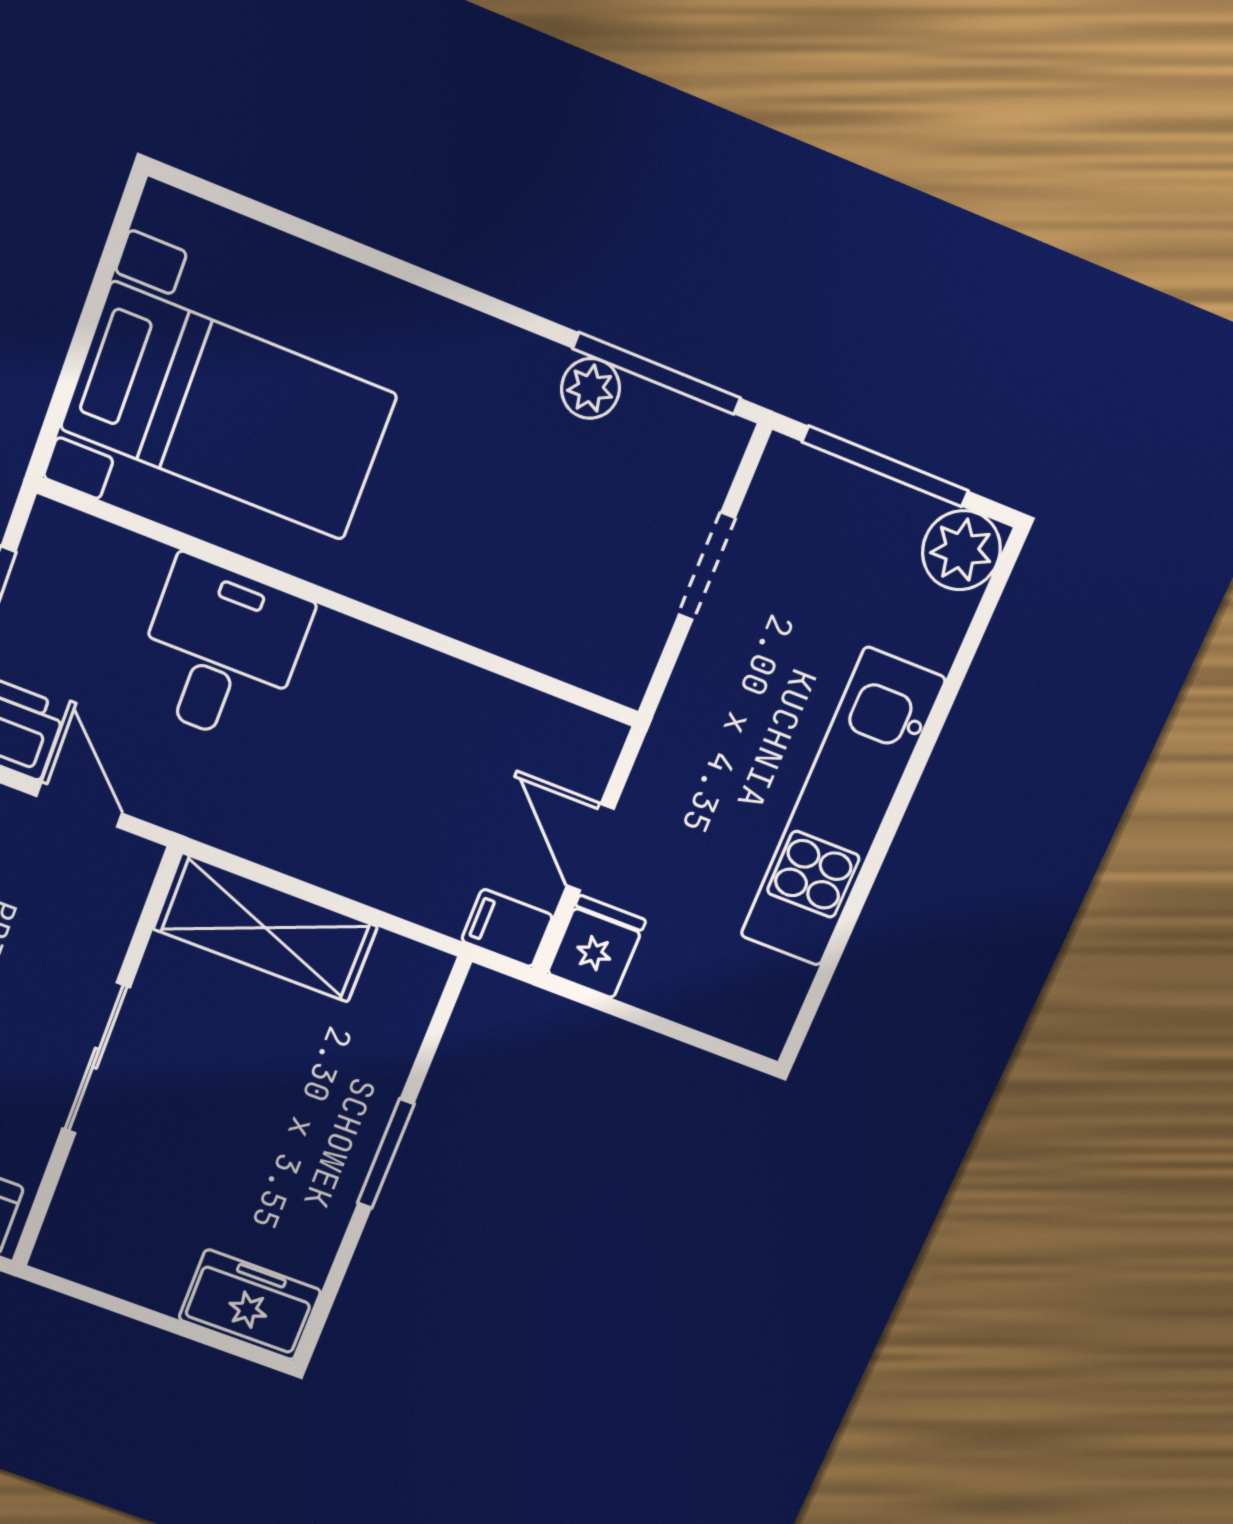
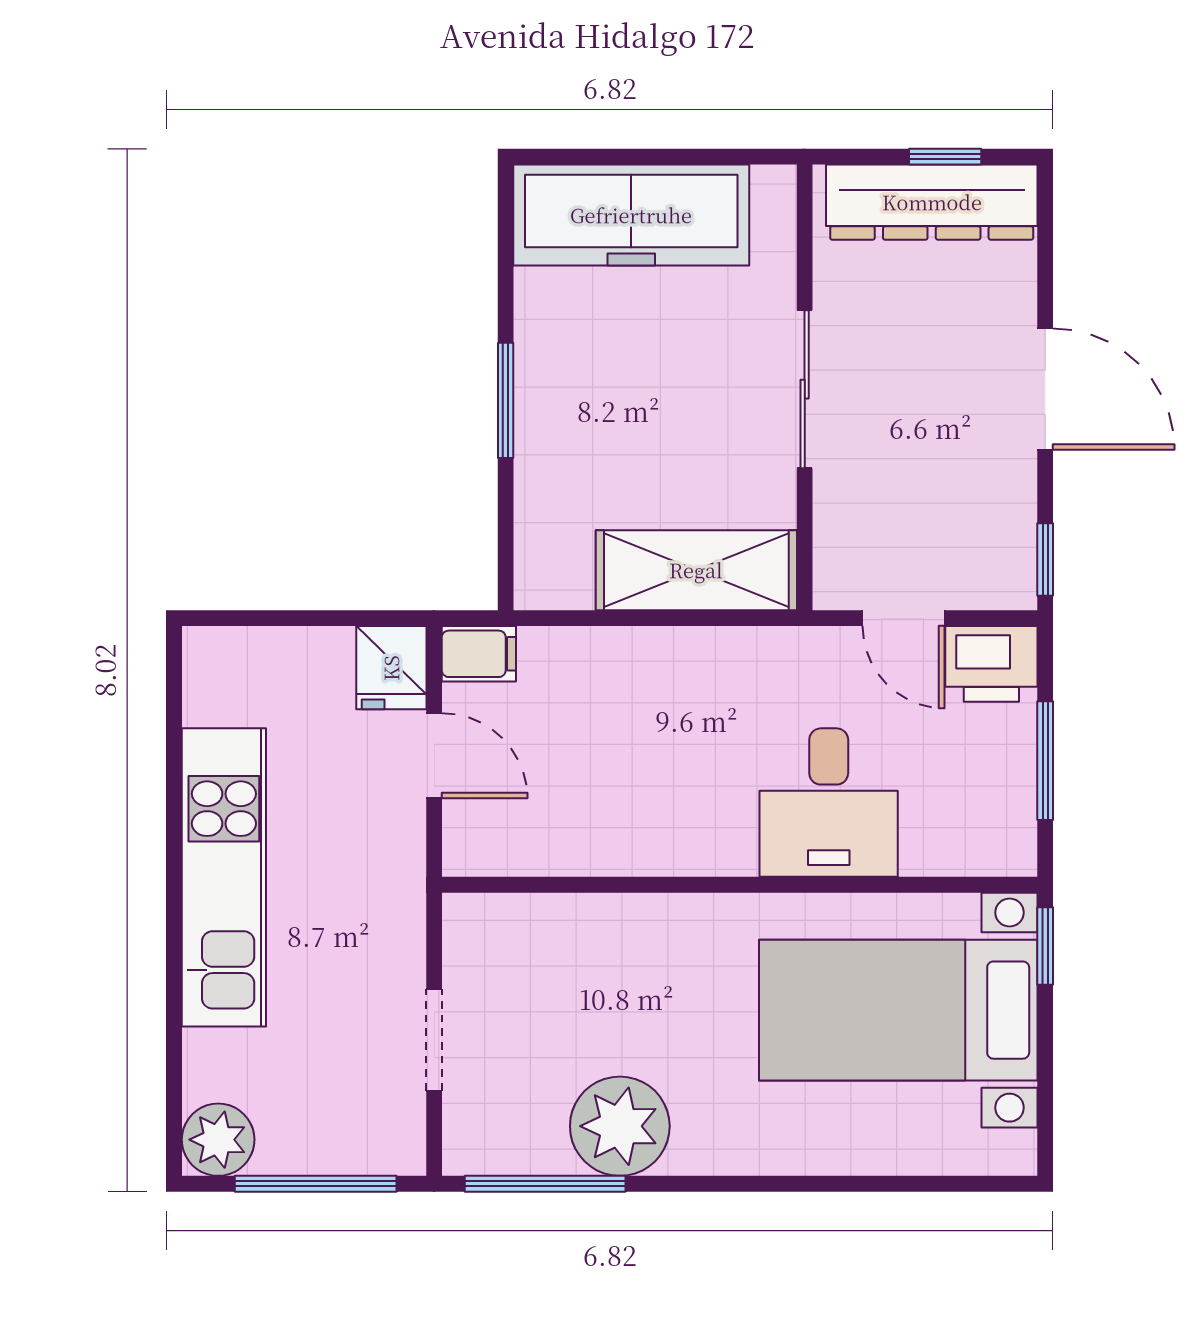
plant: (590, 388) -> (620, 1126), width x1.87, depth x1.87
window: (54, 419) -> (1045, 946), added
freezer: (250, 1305) -> (631, 215), width x1.91, depth x1.26

